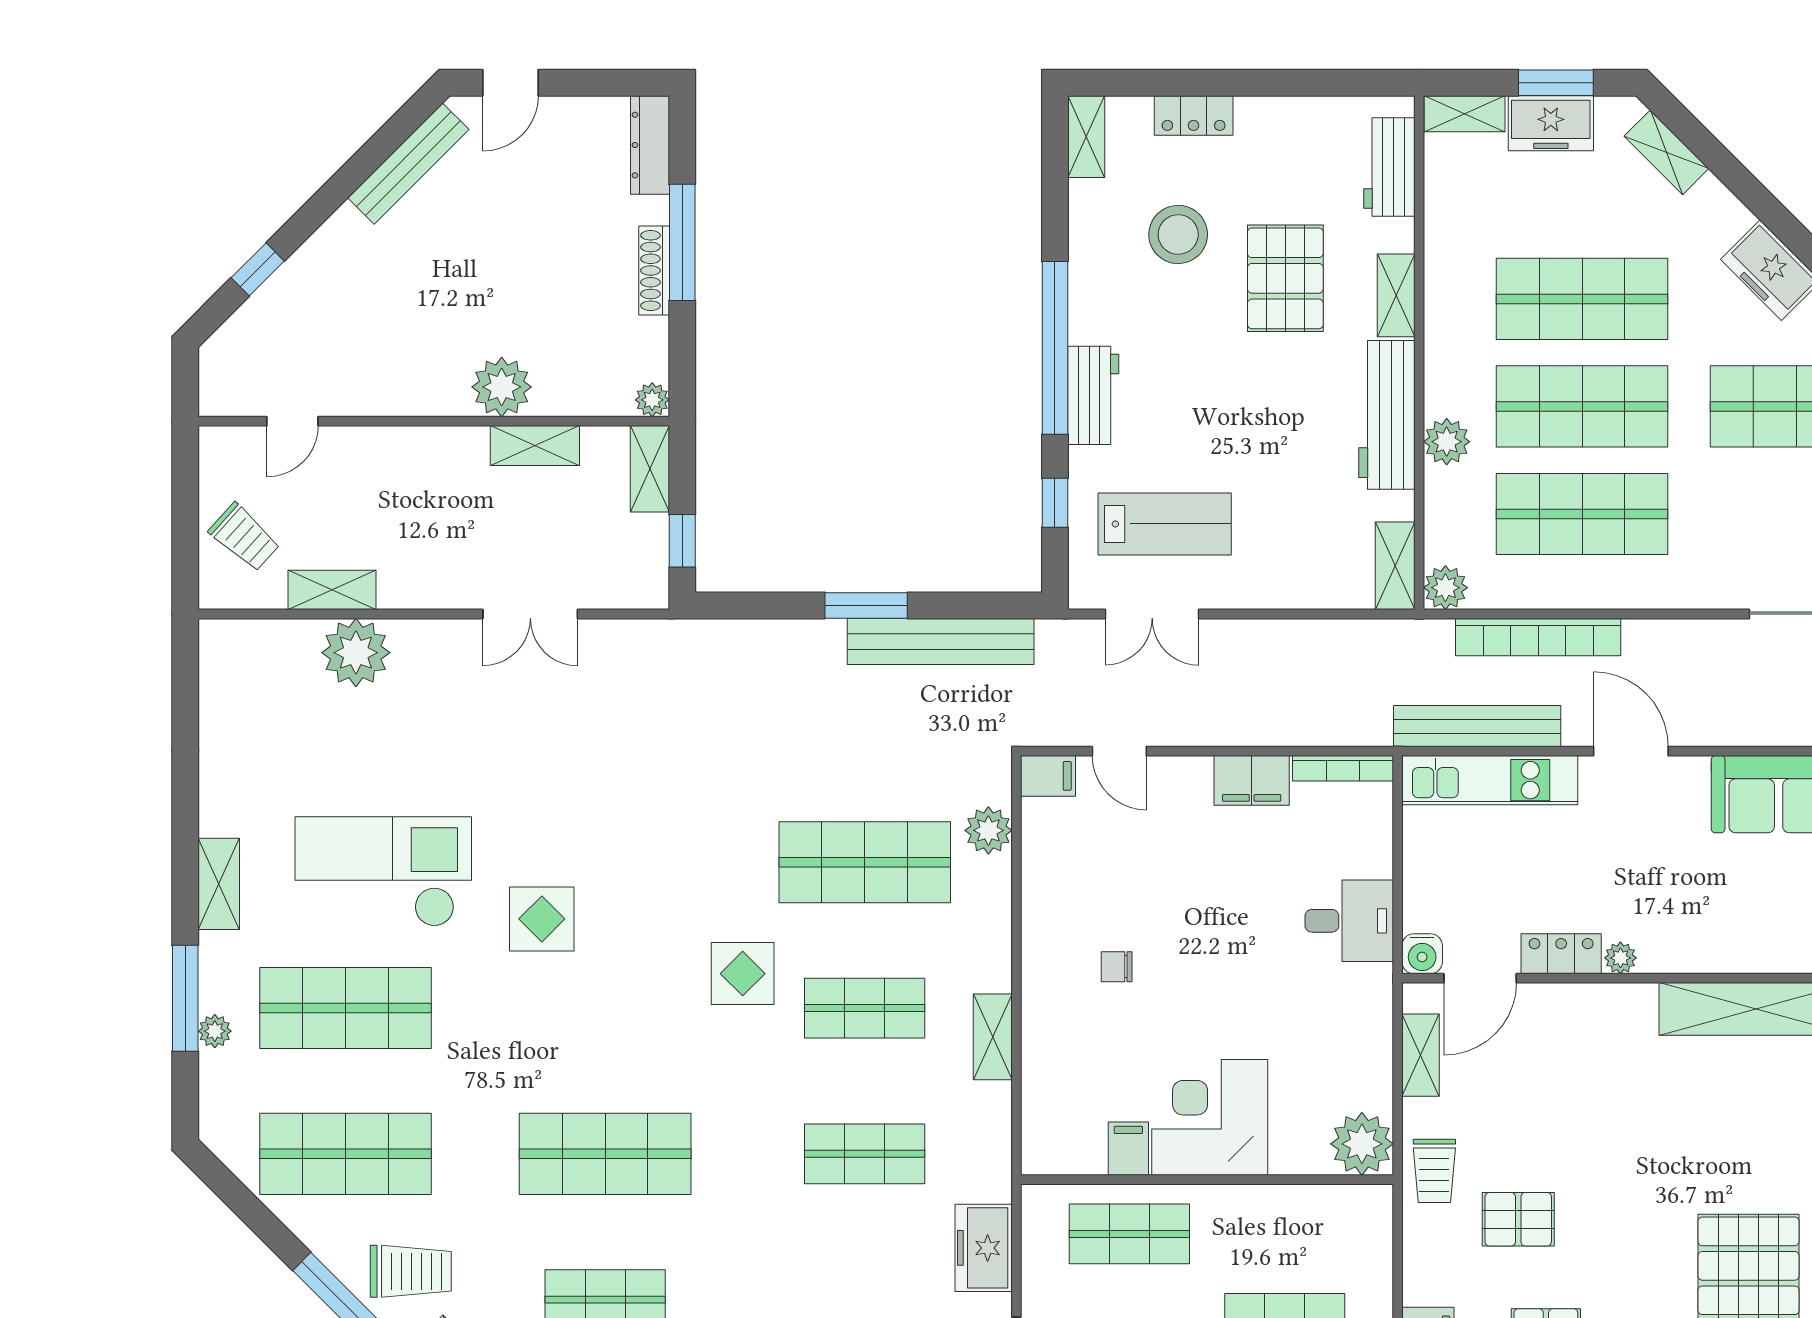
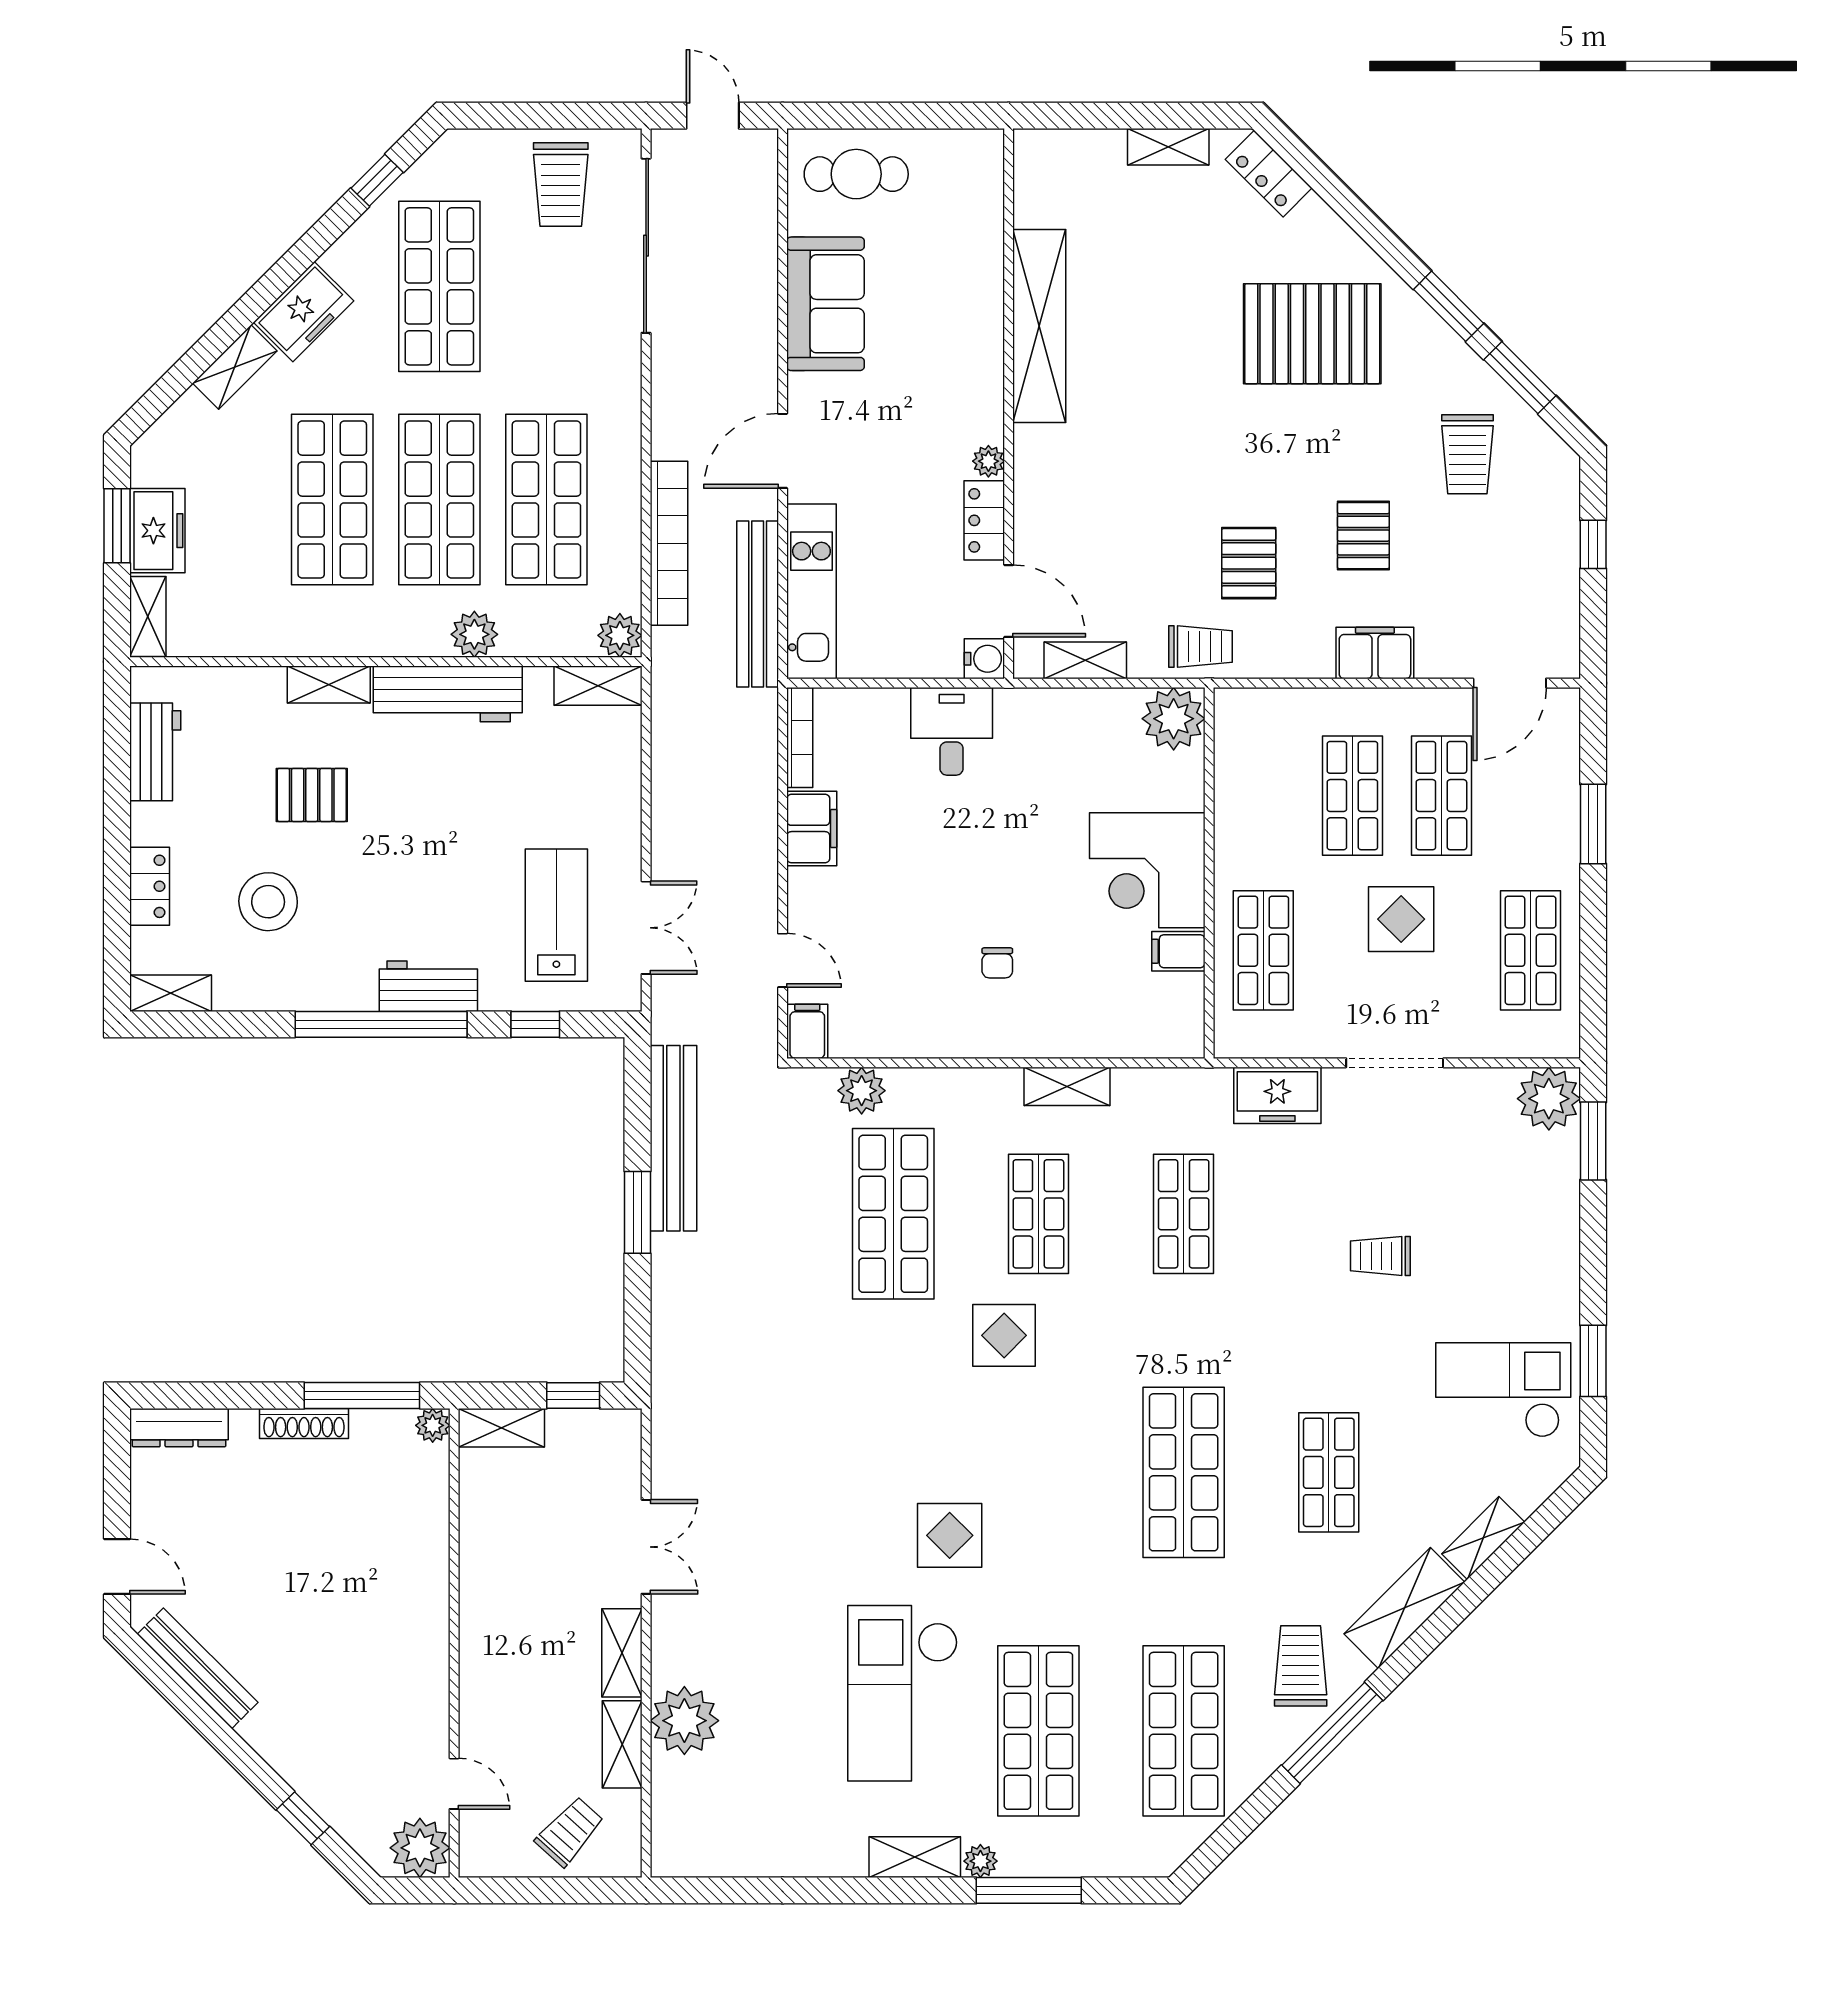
shelving: (1666, 152) -> (235, 367), moved
workbench: (1389, 167) -> (155, 752), moved, turned -90
window: (682, 242) -> (362, 1396), moved
pallet: (1285, 278) -> (312, 795), width x0.67, depth x0.71
plant: (502, 387) -> (420, 1848), moved
shelving: (535, 446) -> (622, 1653), moved
door: (1119, 751) -> (783, 960), hinge flipped
plant: (215, 1031) -> (980, 1861), moved

